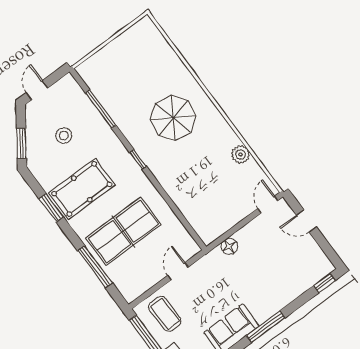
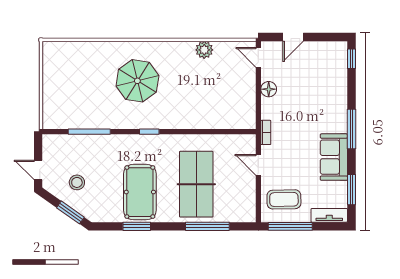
stool: (64, 135) -> (77, 182), moved
floor lamp: (229, 246) -> (269, 89), moved
bookcase: (210, 257) -> (266, 132), added

